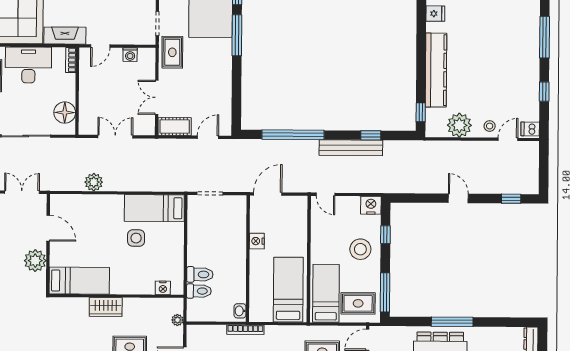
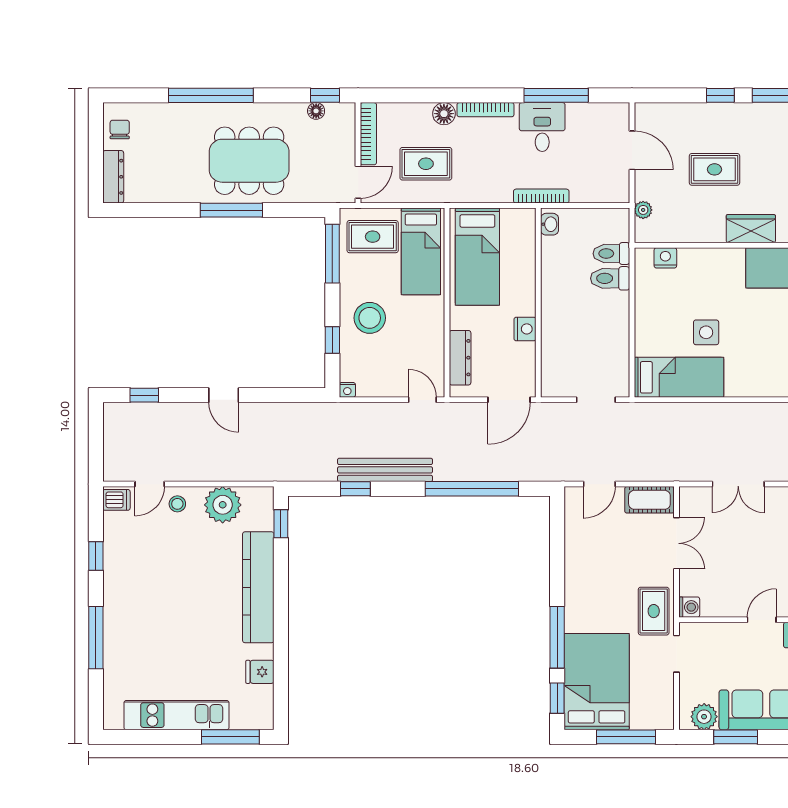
washing machine: (130, 55) -> (689, 607), moved, turned 90
plant: (94, 182) -> (770, 416), removed
nightstand: (371, 205) -> (347, 390), width x0.53, depth x0.56
dresser: (300, 222) -> (460, 358), added

